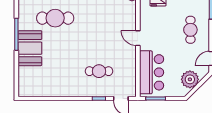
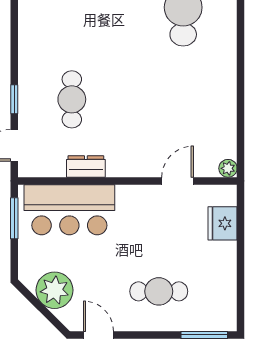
door: (138, 38) -> (178, 181), moved
dresser: (131, 64) -> (86, 166), added

